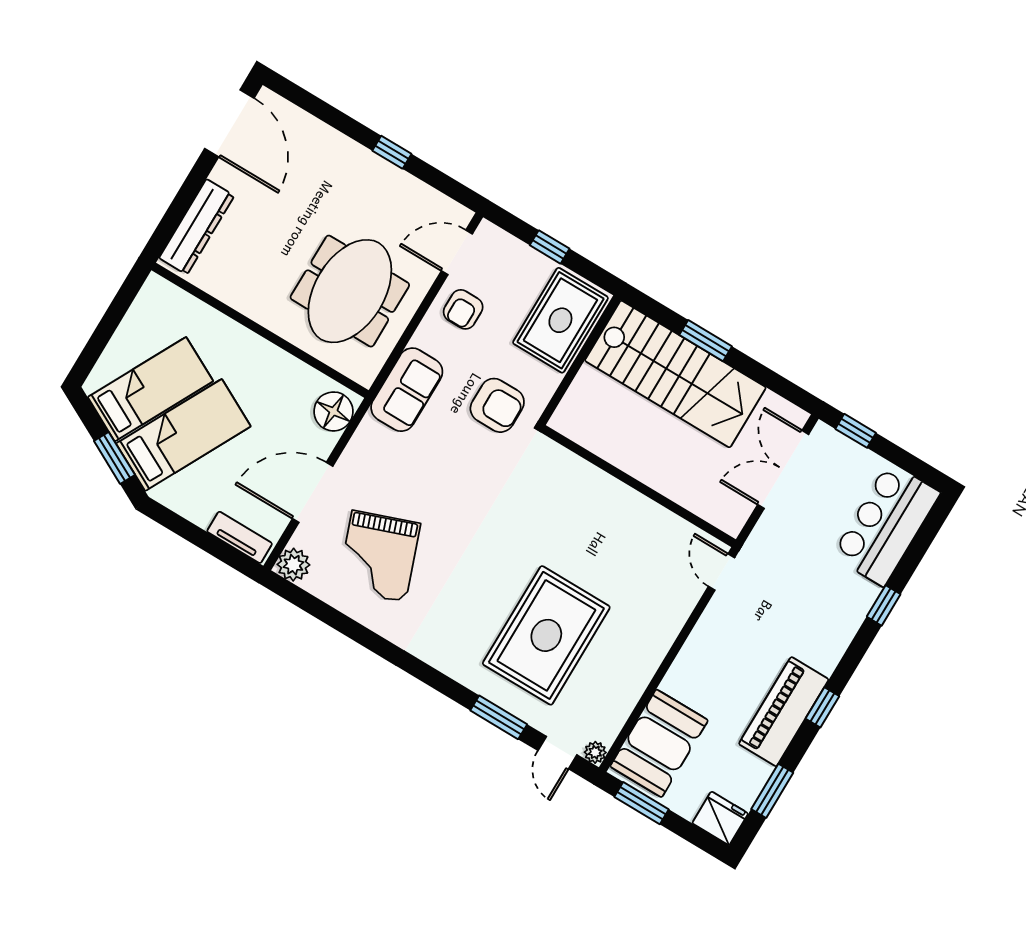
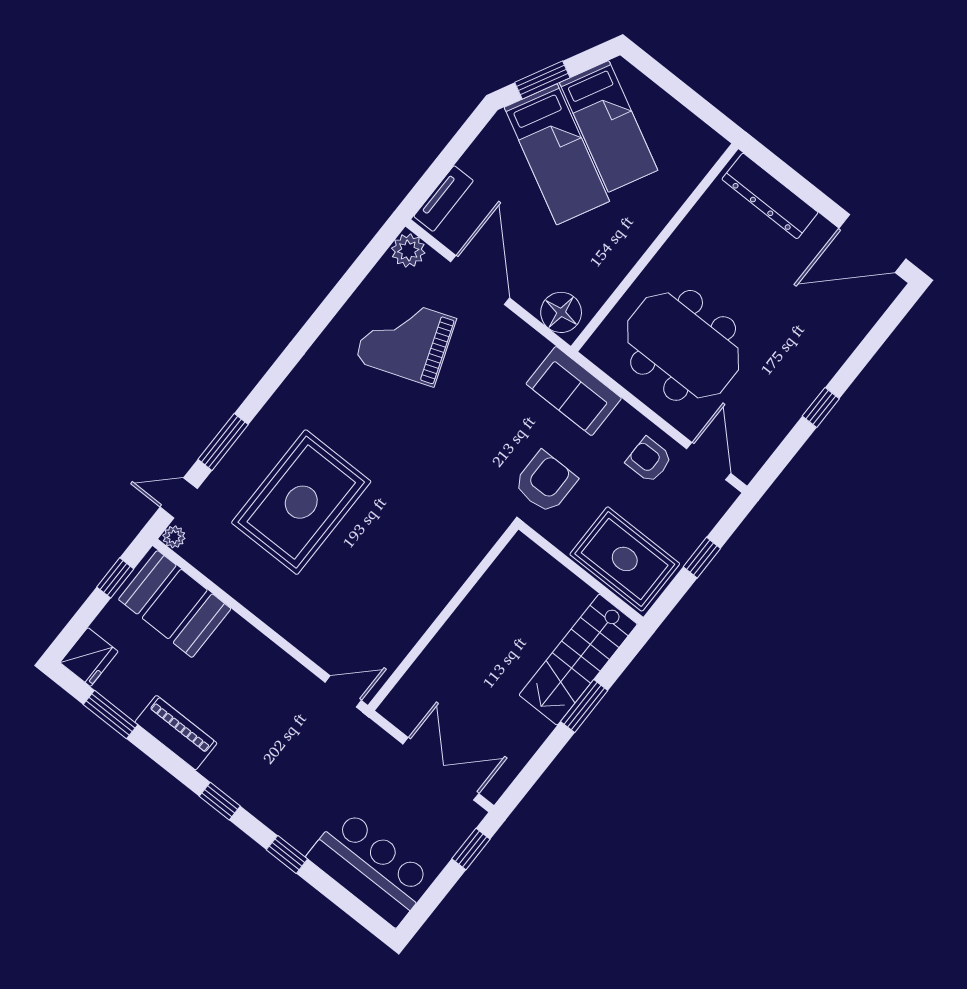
stairs: (675, 374) -> (578, 660), width x0.73, depth x0.66
armchair: (497, 405) -> (545, 482), turned 180
rug: (546, 635) -> (301, 502), turned 90
window: (822, 707) -> (220, 801), moved
piano: (784, 712) -> (176, 733), width x0.73, depth x0.75
window: (642, 803) -> (115, 578), width x0.67

